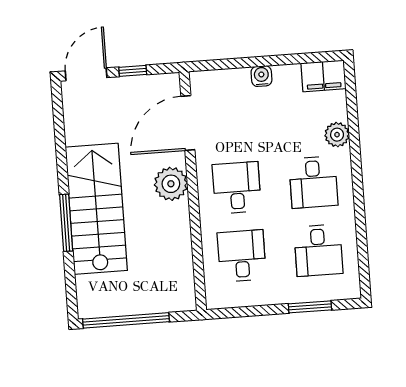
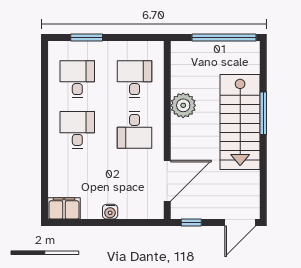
window: (133, 71) -> (191, 223), moved
plant: (337, 135) -> (57, 164), removed
plant: (171, 184) -> (183, 105), moved
desk: (242, 256) -> (135, 79), turned 180

